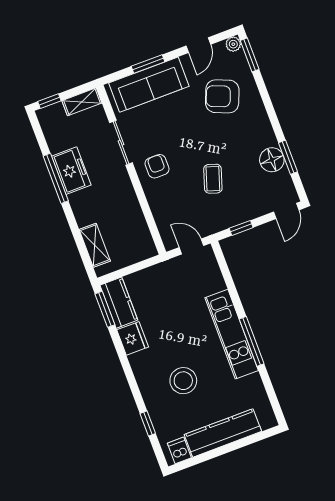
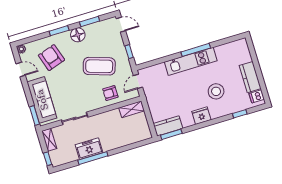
window: (250, 55) -> (59, 31), moved
window: (148, 64) -> (35, 116), moved
armchair: (222, 96) -> (51, 58), turned 140
floor lamp: (272, 160) -> (78, 35), moved
armchair: (157, 166) -> (110, 93), moved
coffee table: (213, 179) -> (99, 66), width x1.86, depth x1.72
shelving: (95, 245) -> (132, 109), moved
fridge: (133, 338) -> (201, 116), moved
kitchen counter: (223, 433) -> (250, 77), width x0.67

